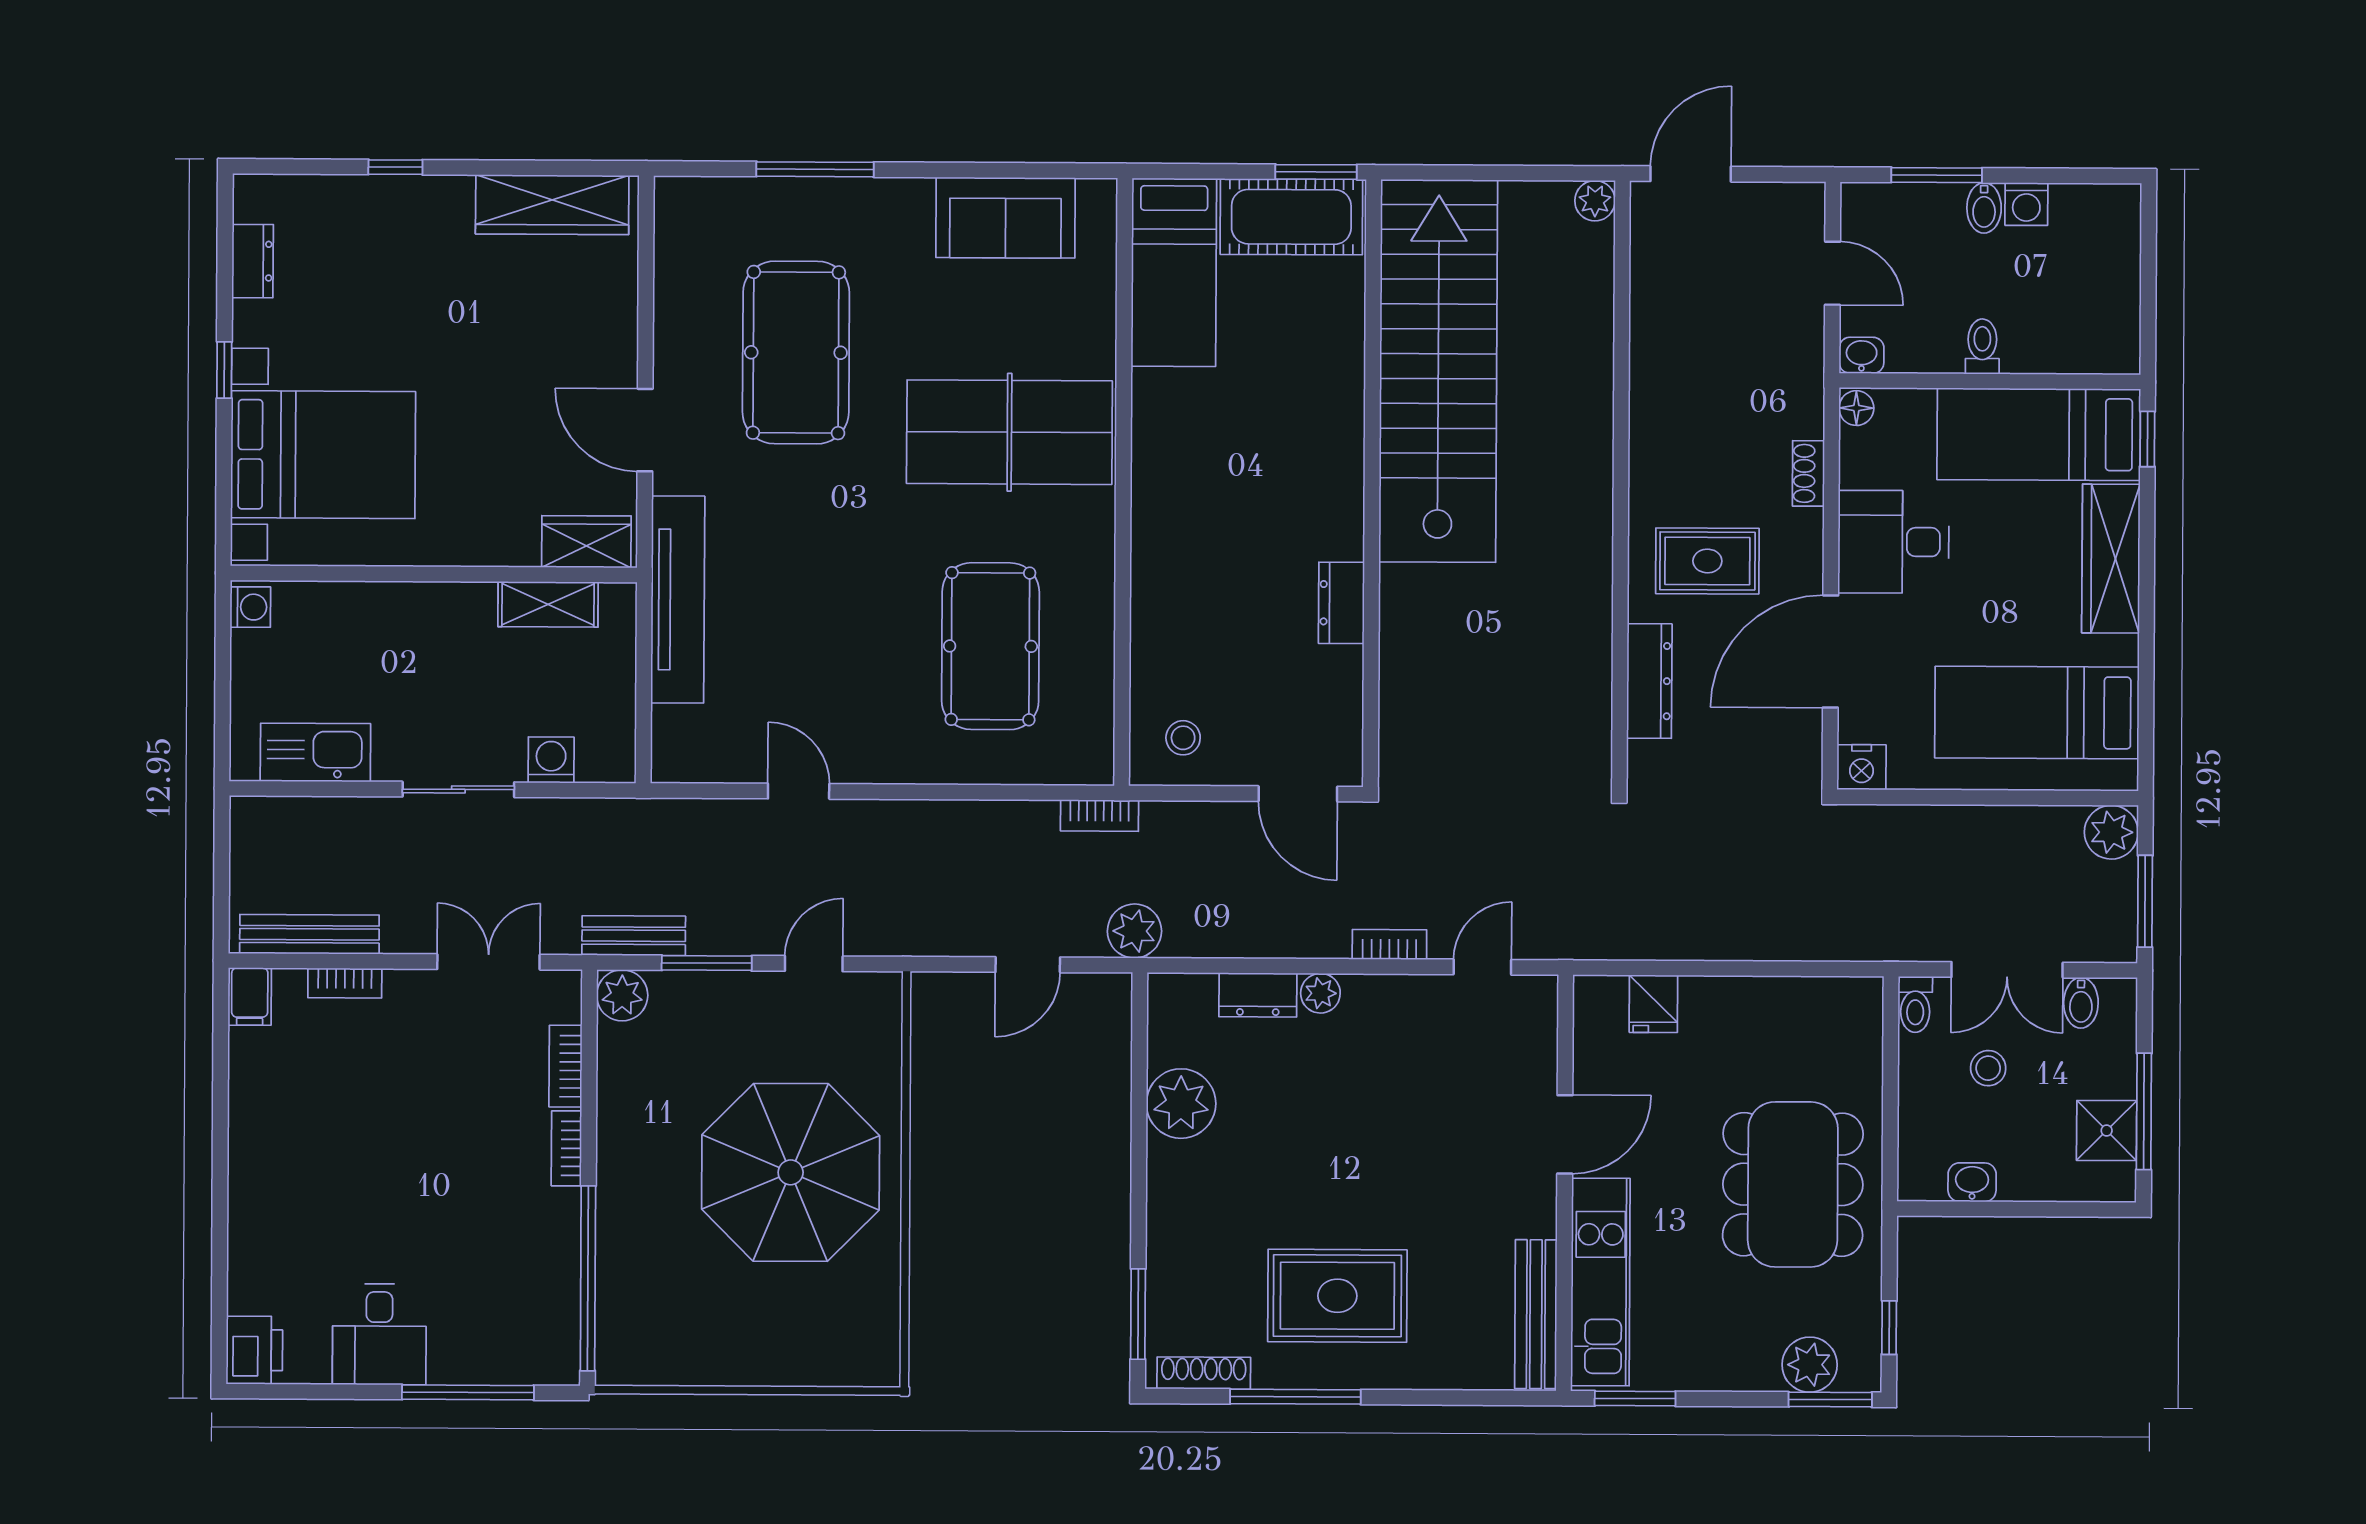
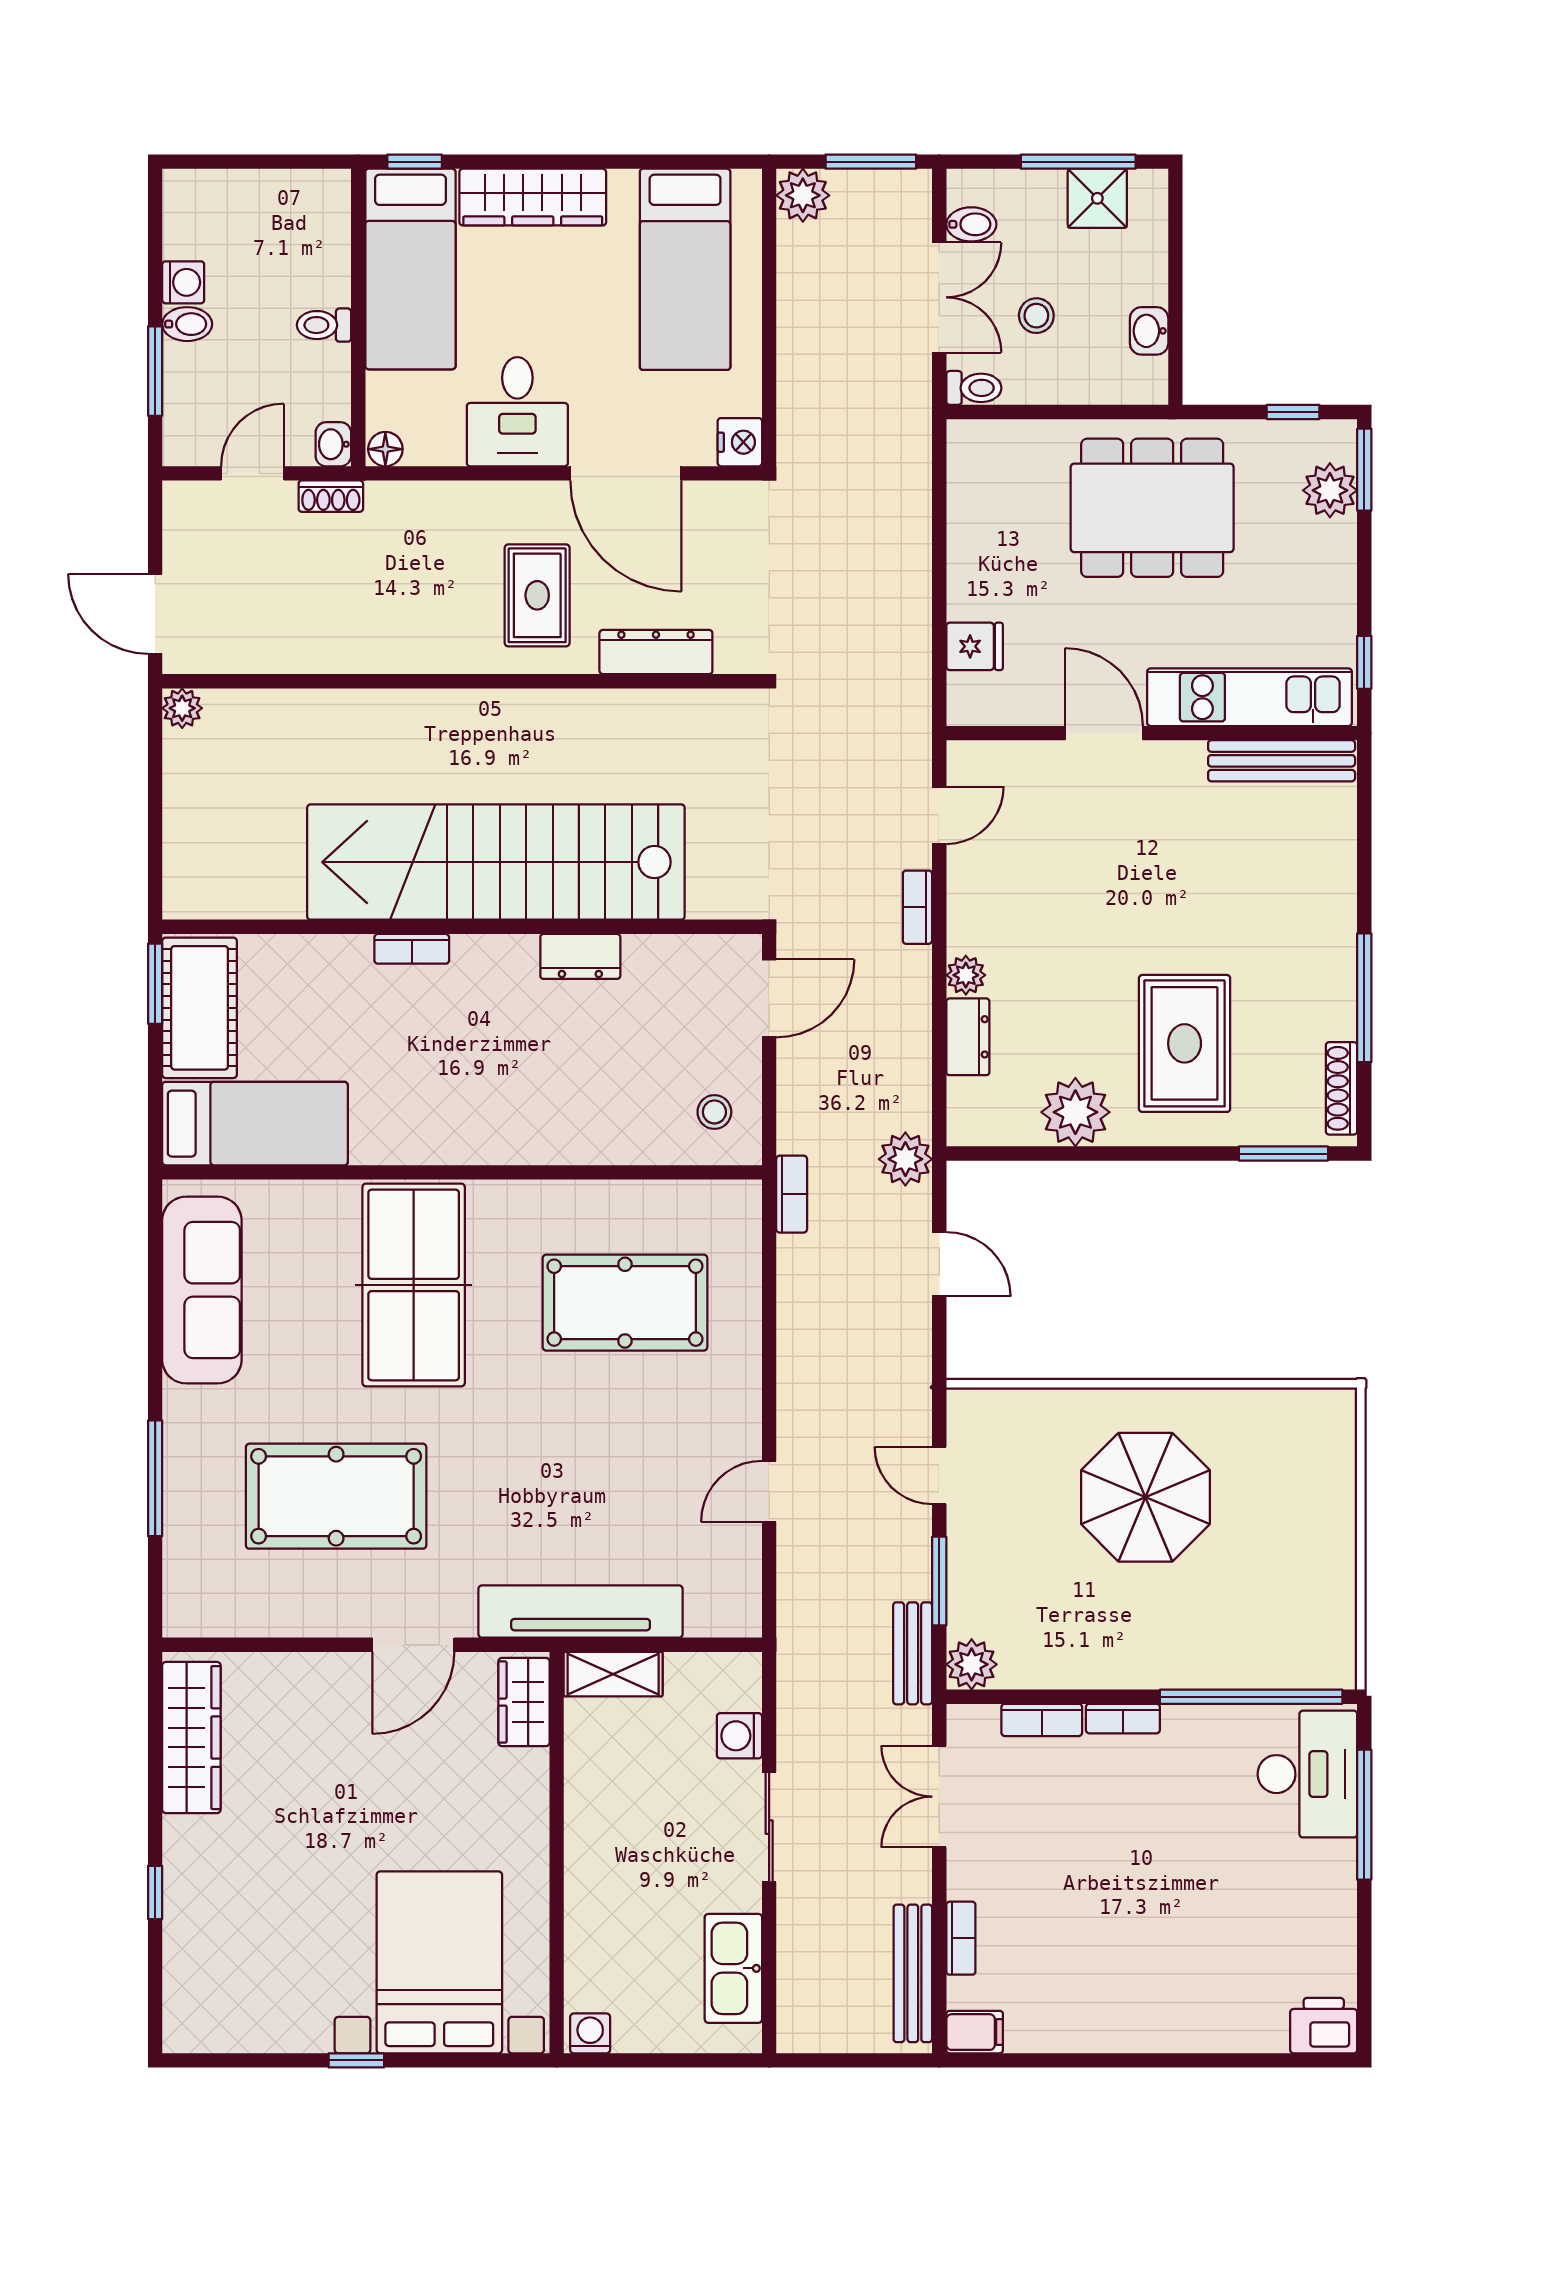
sofa: (1005, 218) -> (202, 1290), width x1.36
dresser: (253, 261) -> (249, 2033), removed
stairs: (1438, 371) -> (496, 862), moved
bookcase: (1350, 432) -> (412, 949), added
shoe rack: (1808, 473) -> (331, 496), moved
shelving: (548, 604) -> (613, 1674), moved, turned 90
door: (1482, 967) -> (939, 815), swing flipped
parasol: (791, 1172) -> (1145, 1497), width x0.73, depth x0.73
rug: (1337, 1296) -> (1185, 1043), moved
desk: (379, 1334) -> (1307, 1774), moved, width x1.37
window: (1635, 1399) -> (1364, 662), width x0.67

